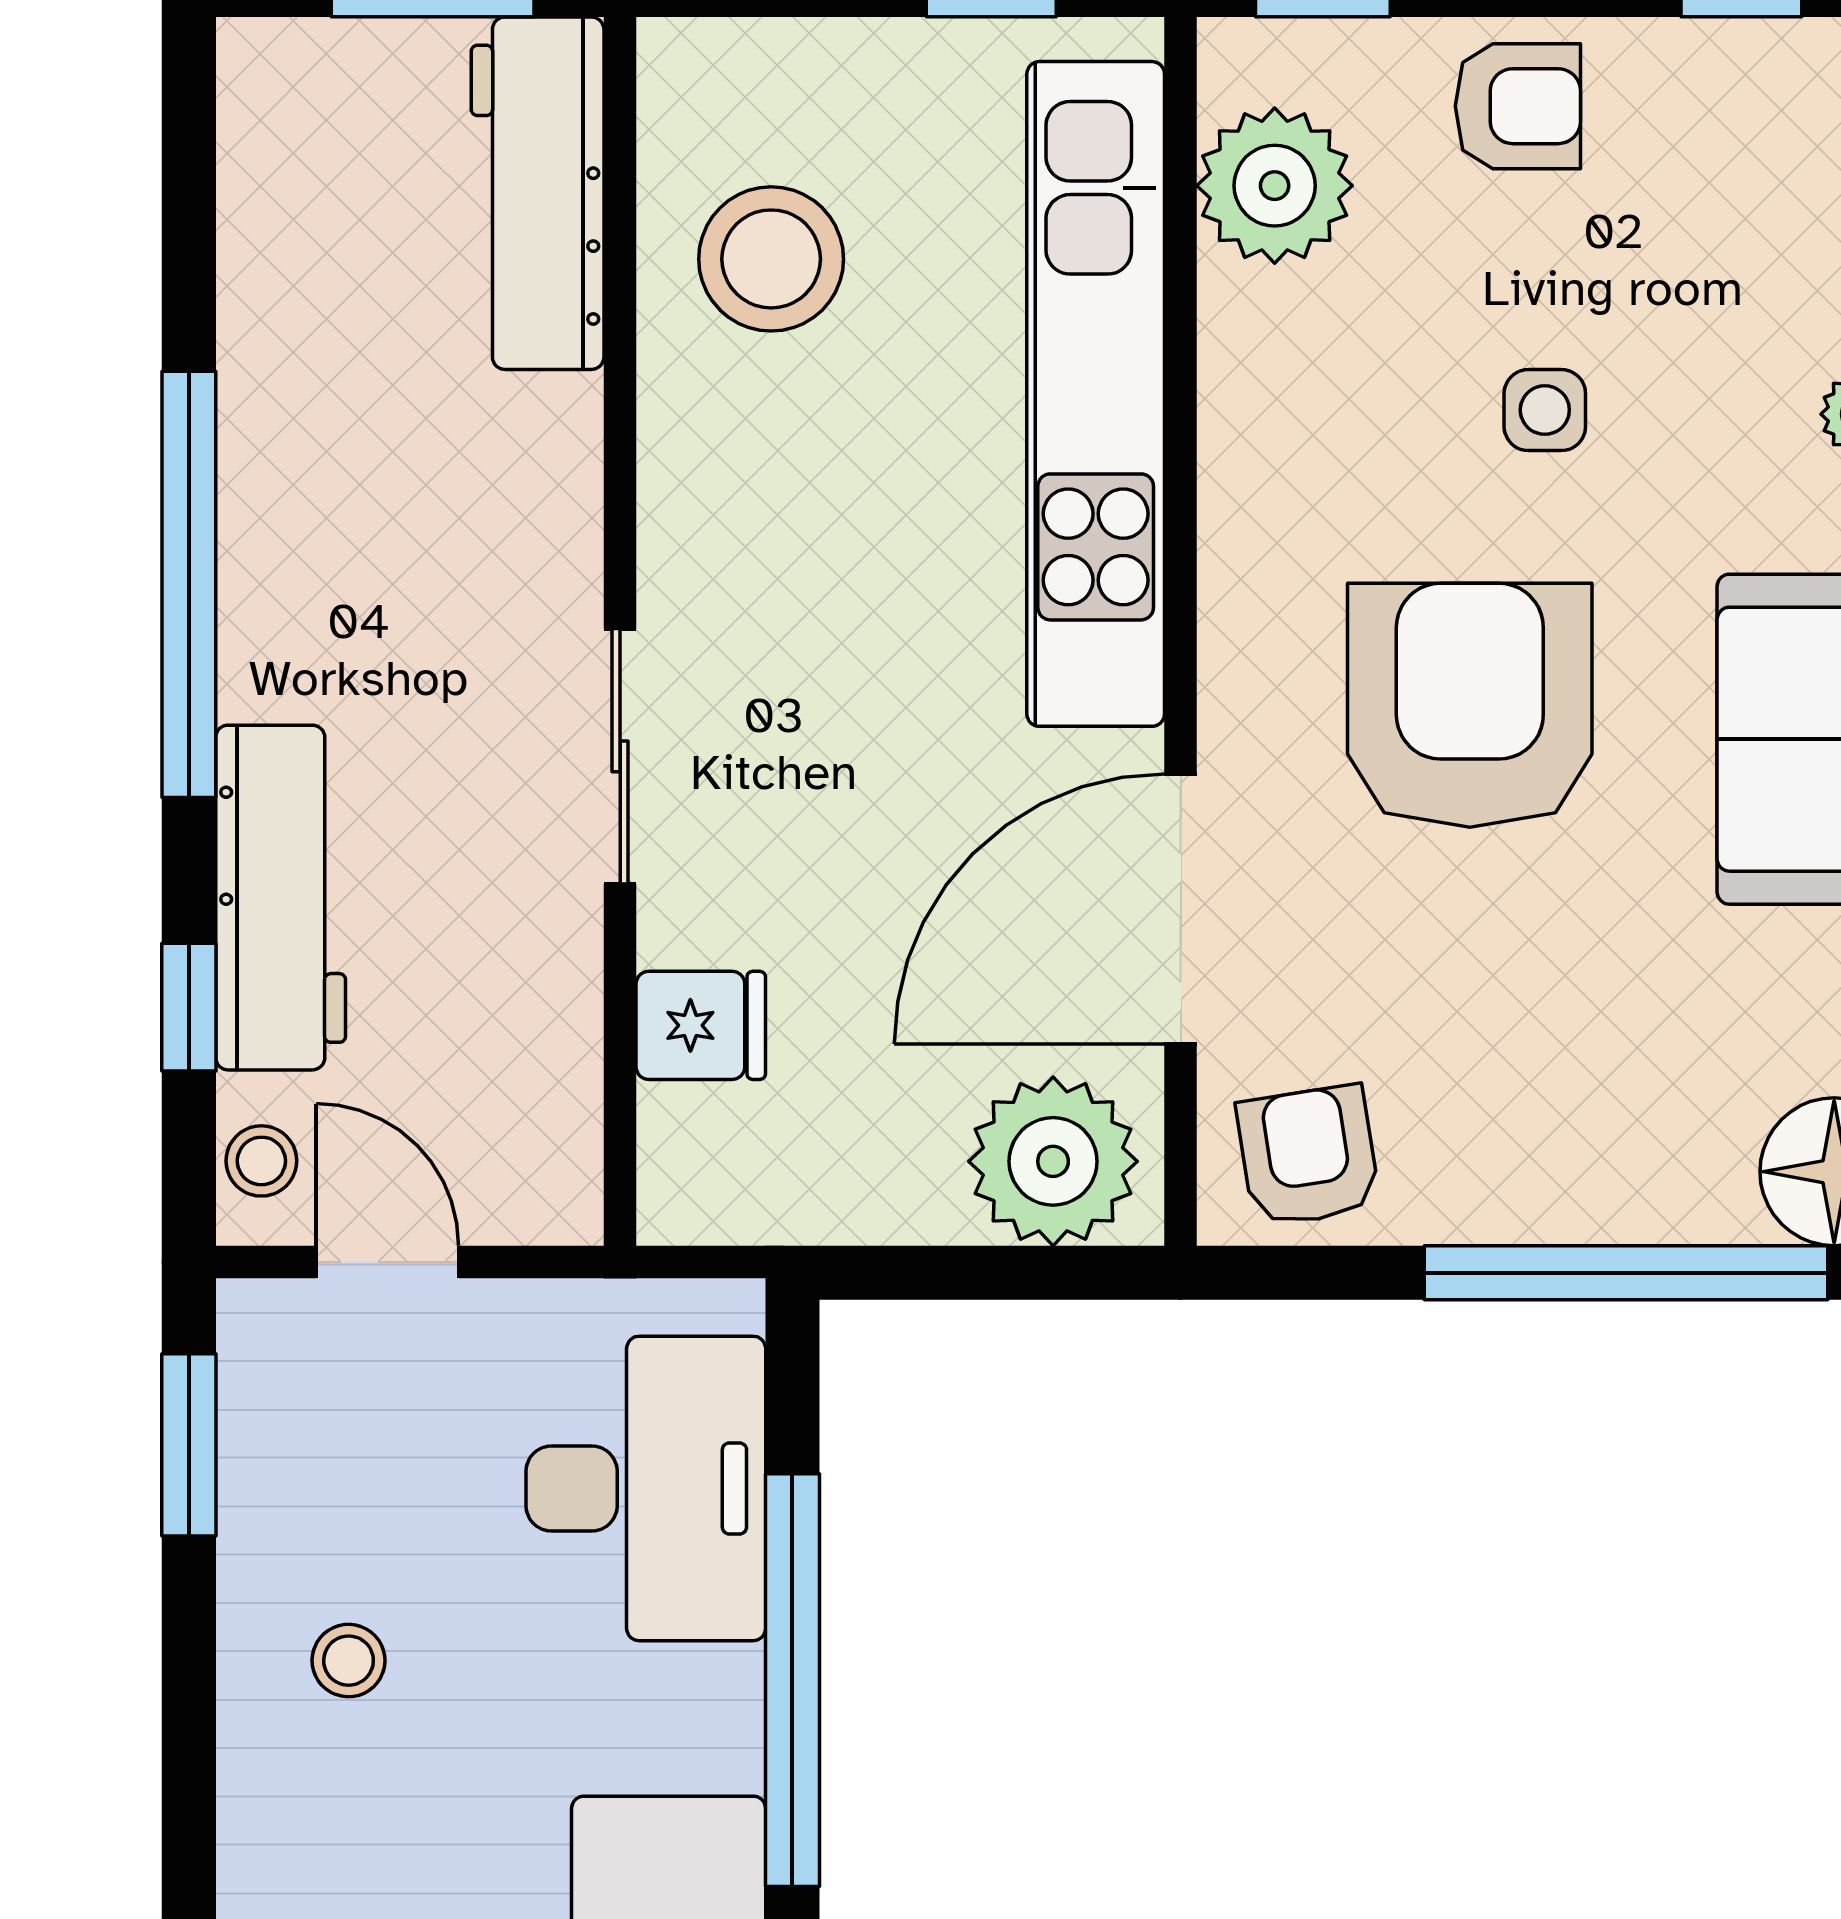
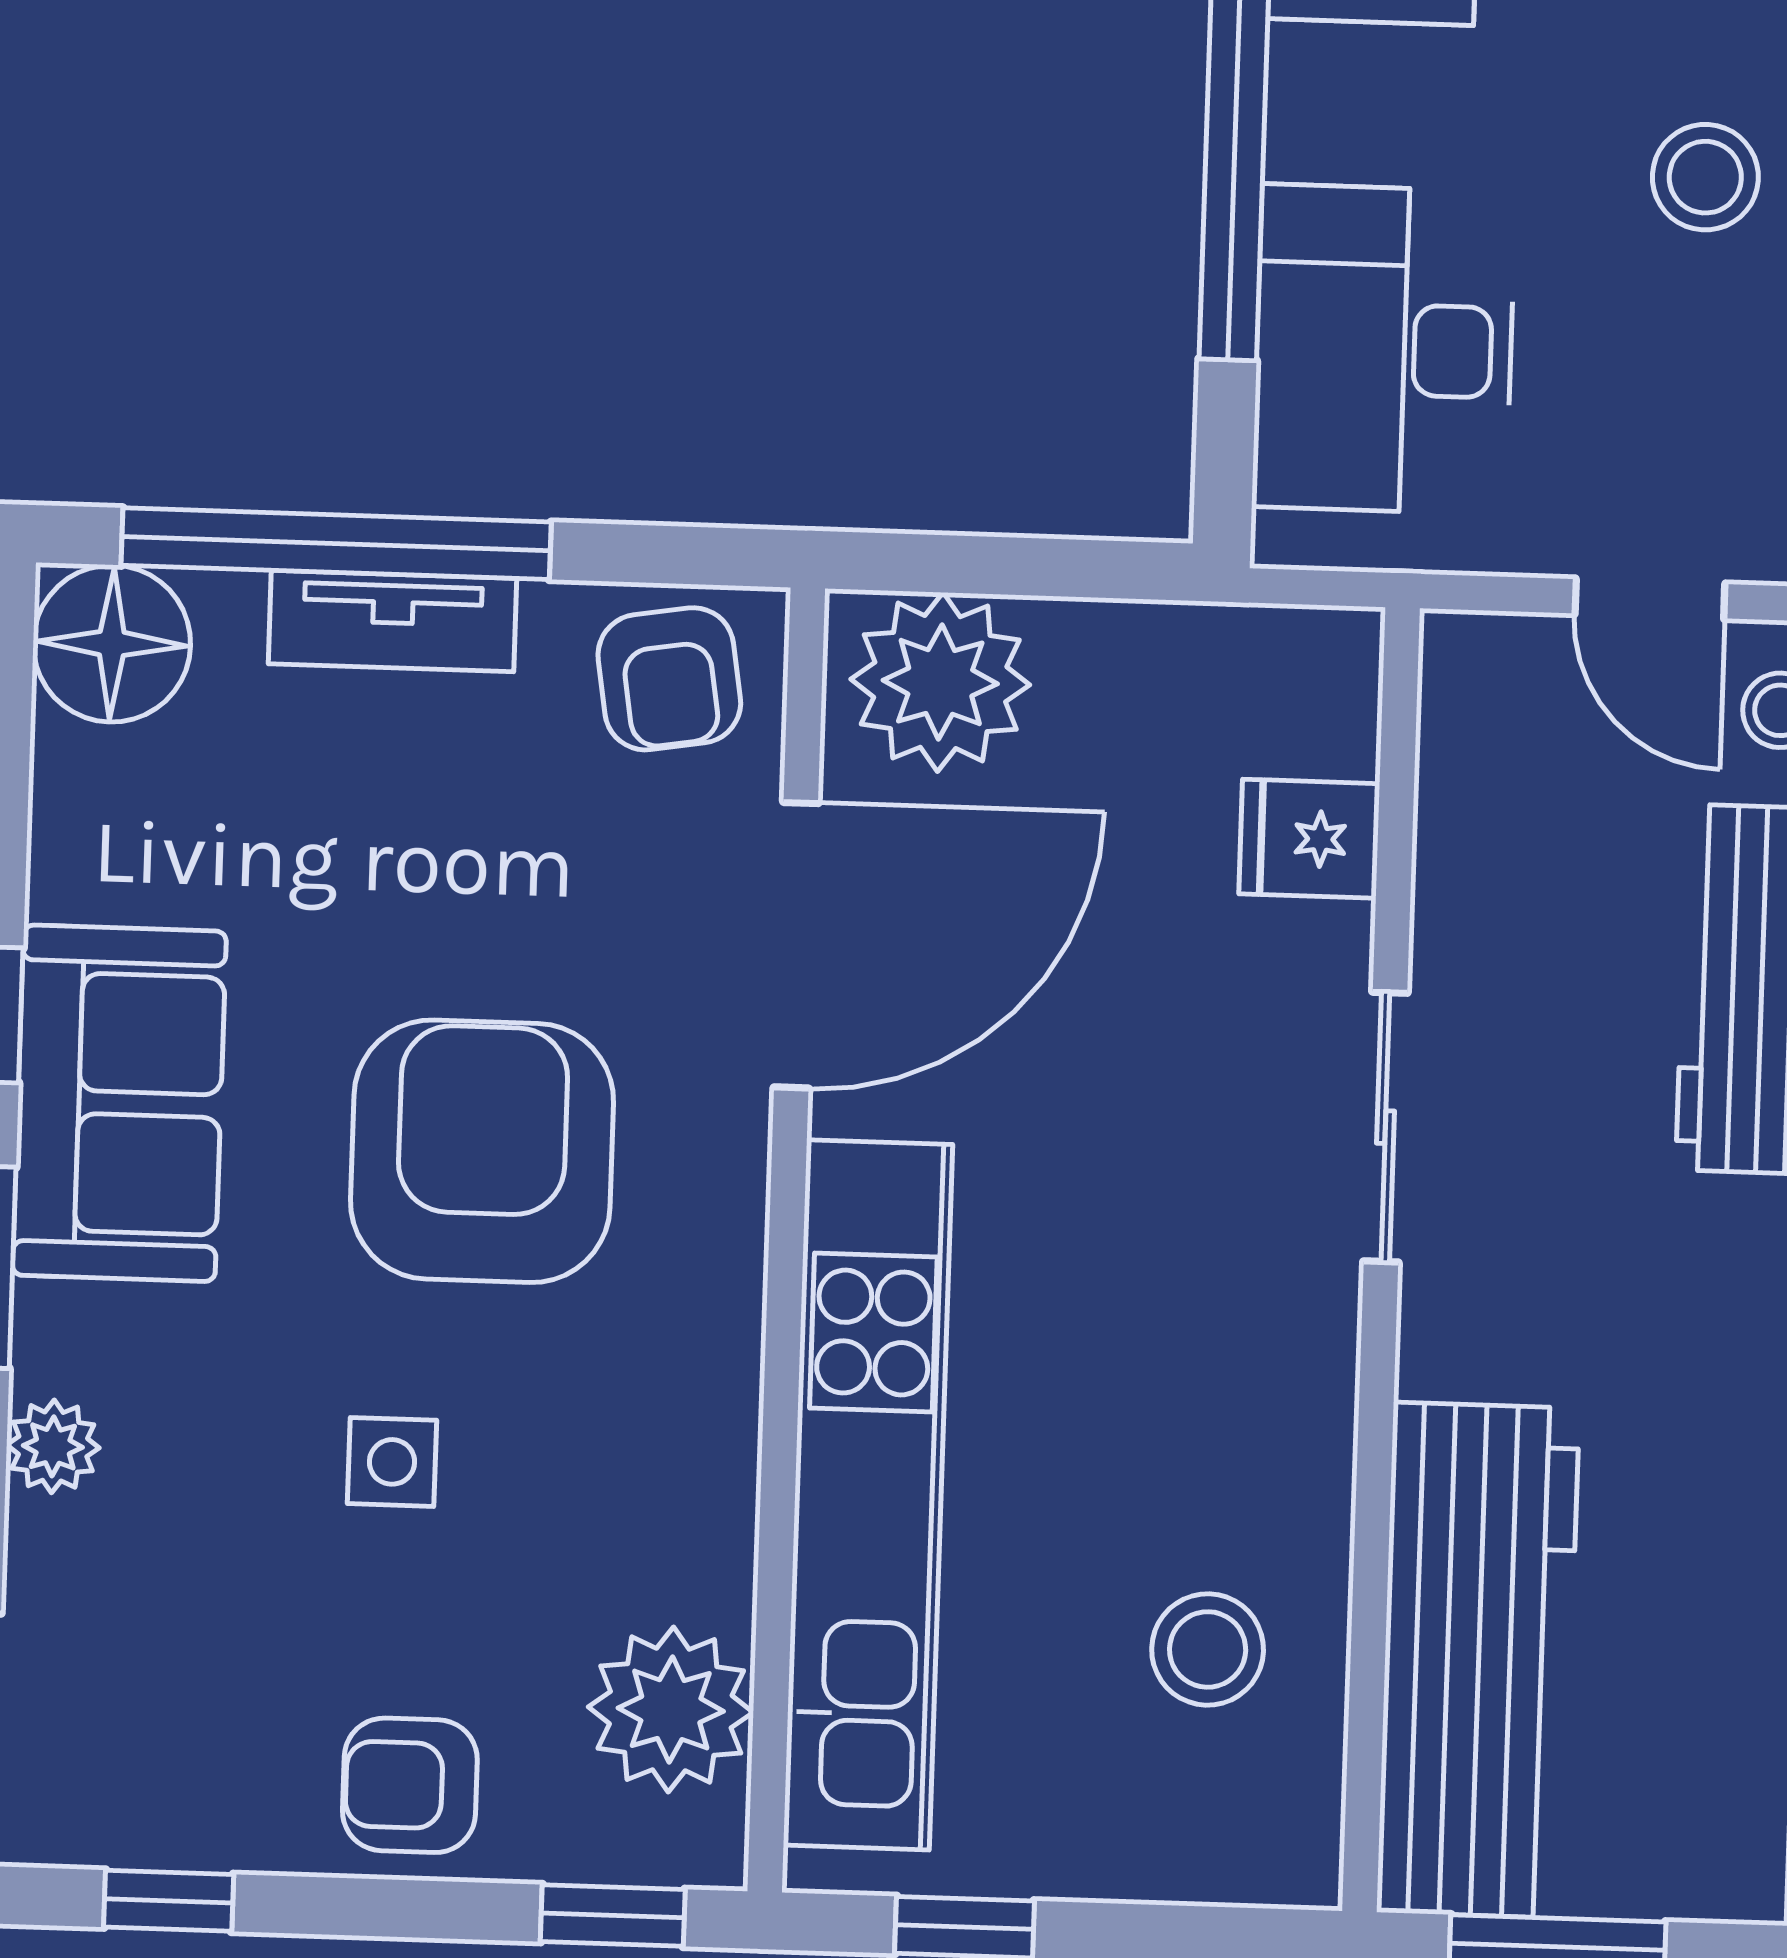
workbench: (538, 193) -> (1478, 1660), width x1.36, depth x1.32
stool: (771, 259) -> (1208, 1649), width x0.73, depth x0.73
armchair: (1470, 705) -> (482, 1151), turned 180
tv unit: (1571, 1202) -> (393, 621), added
stool: (349, 1661) -> (1705, 177), width x1.37, depth x1.37

